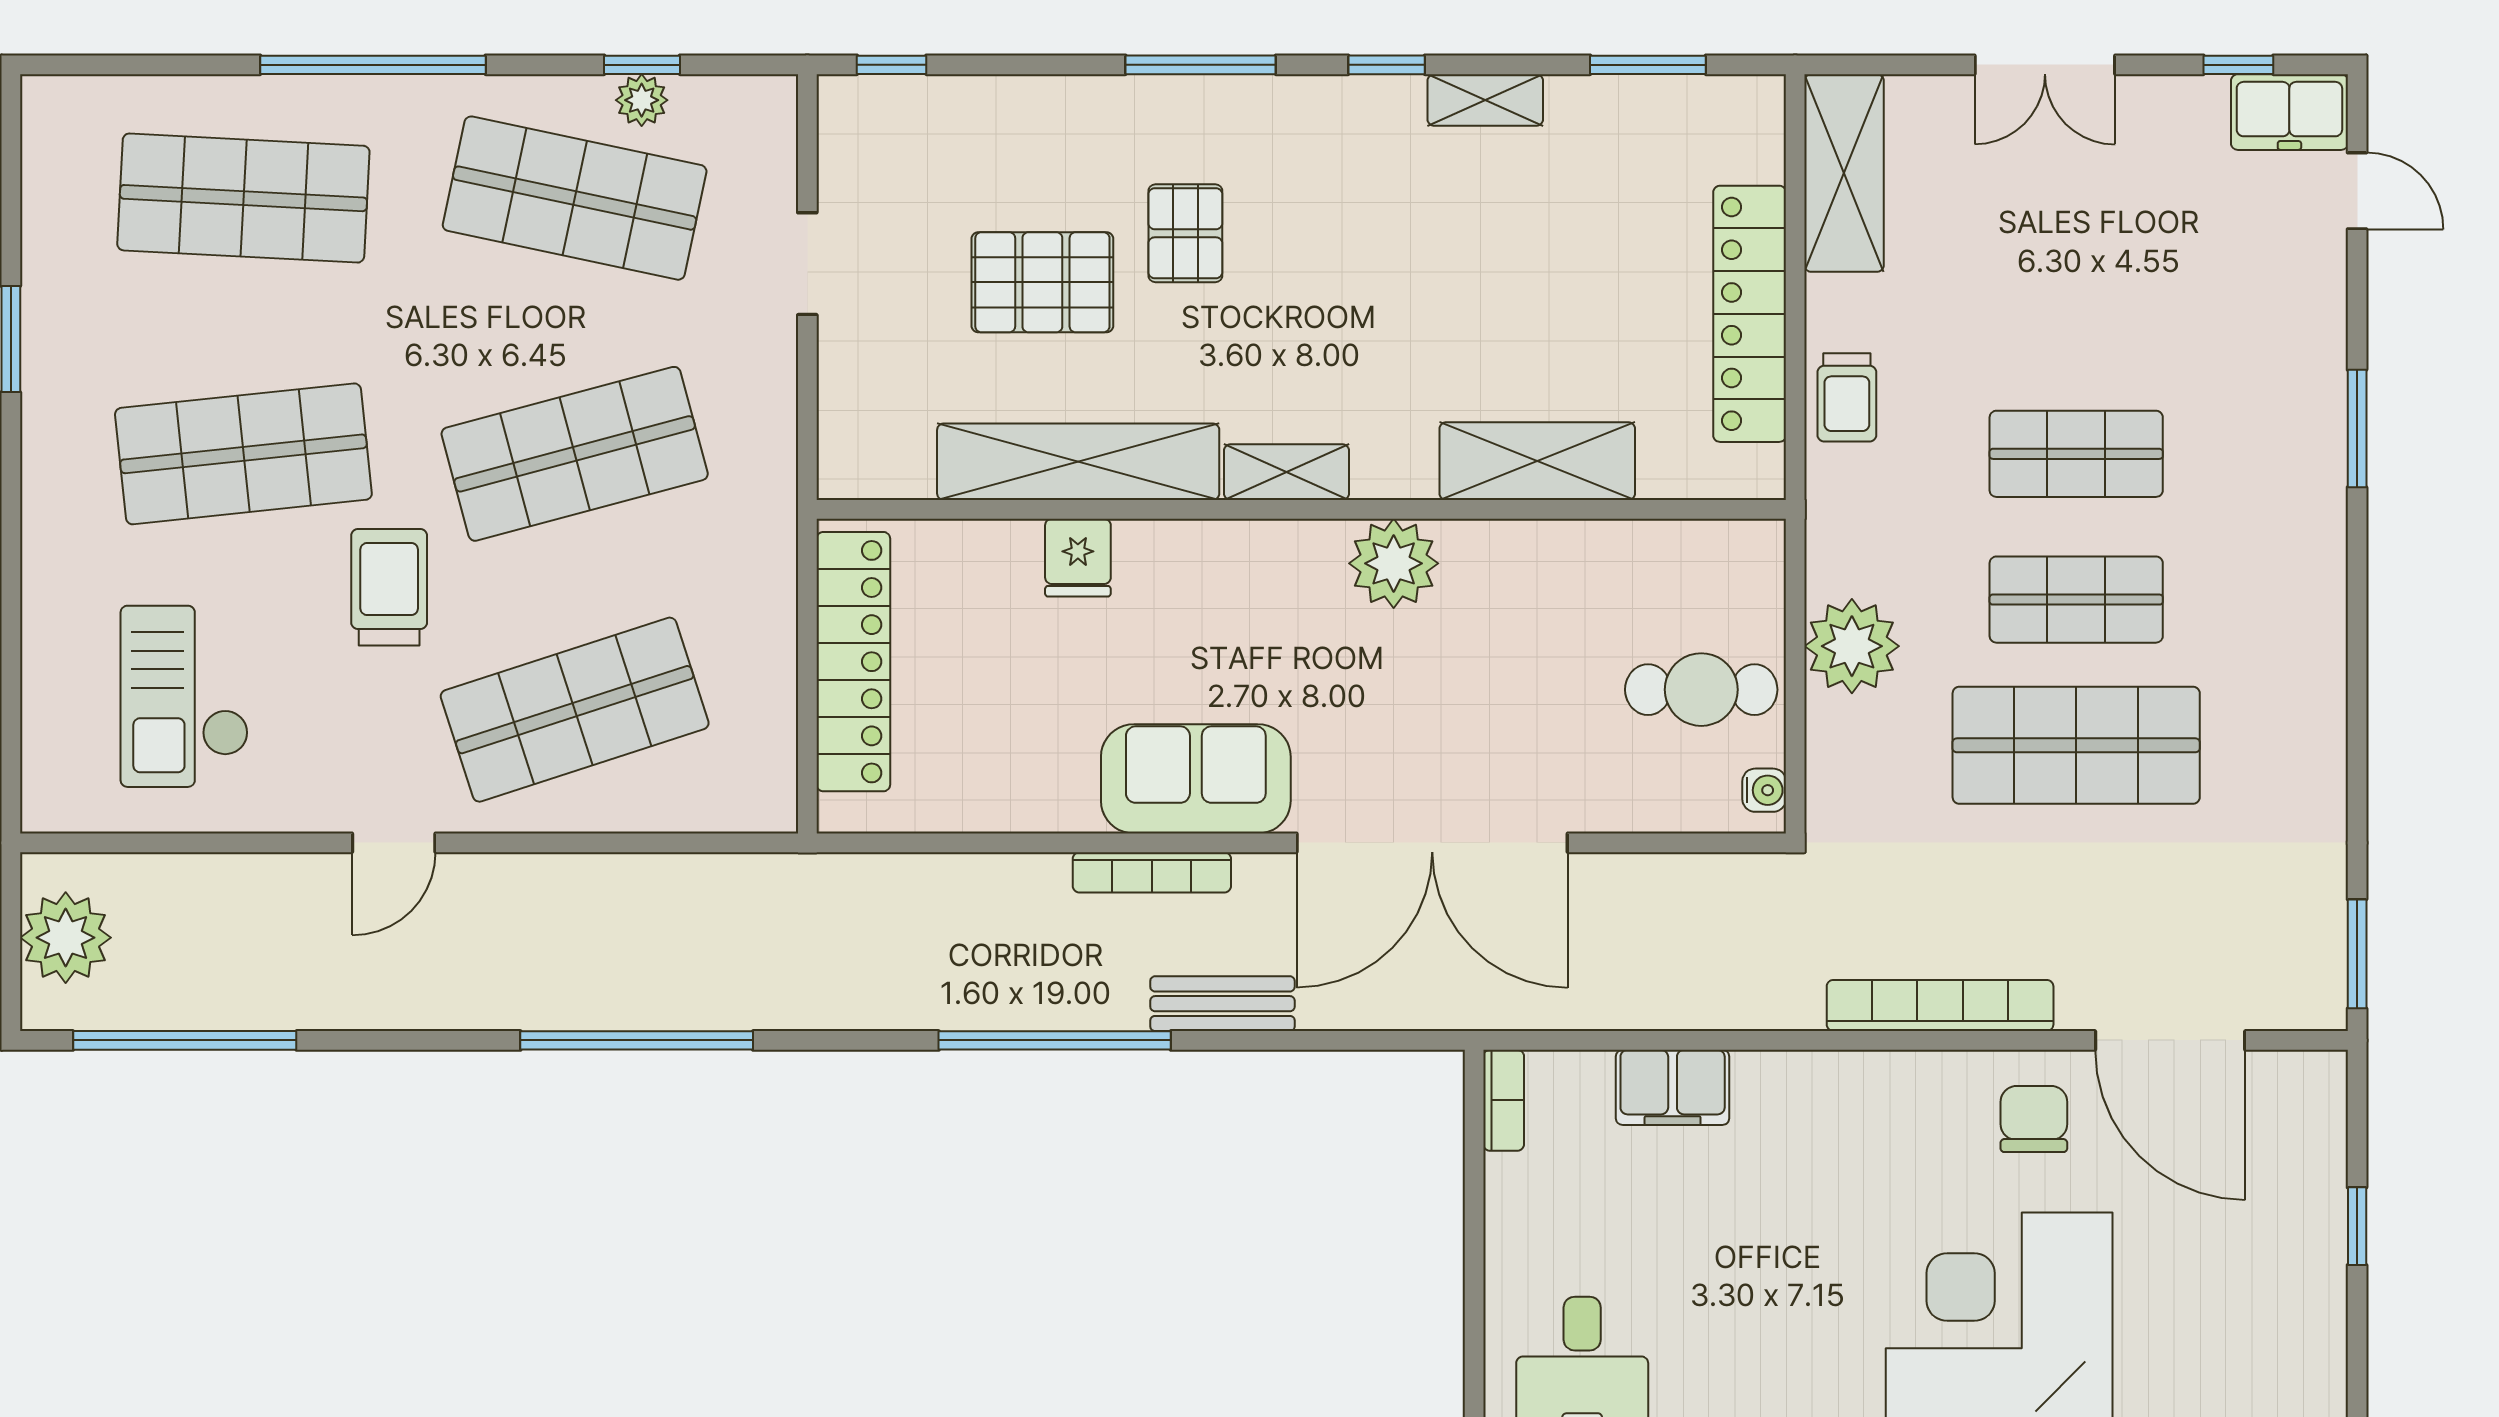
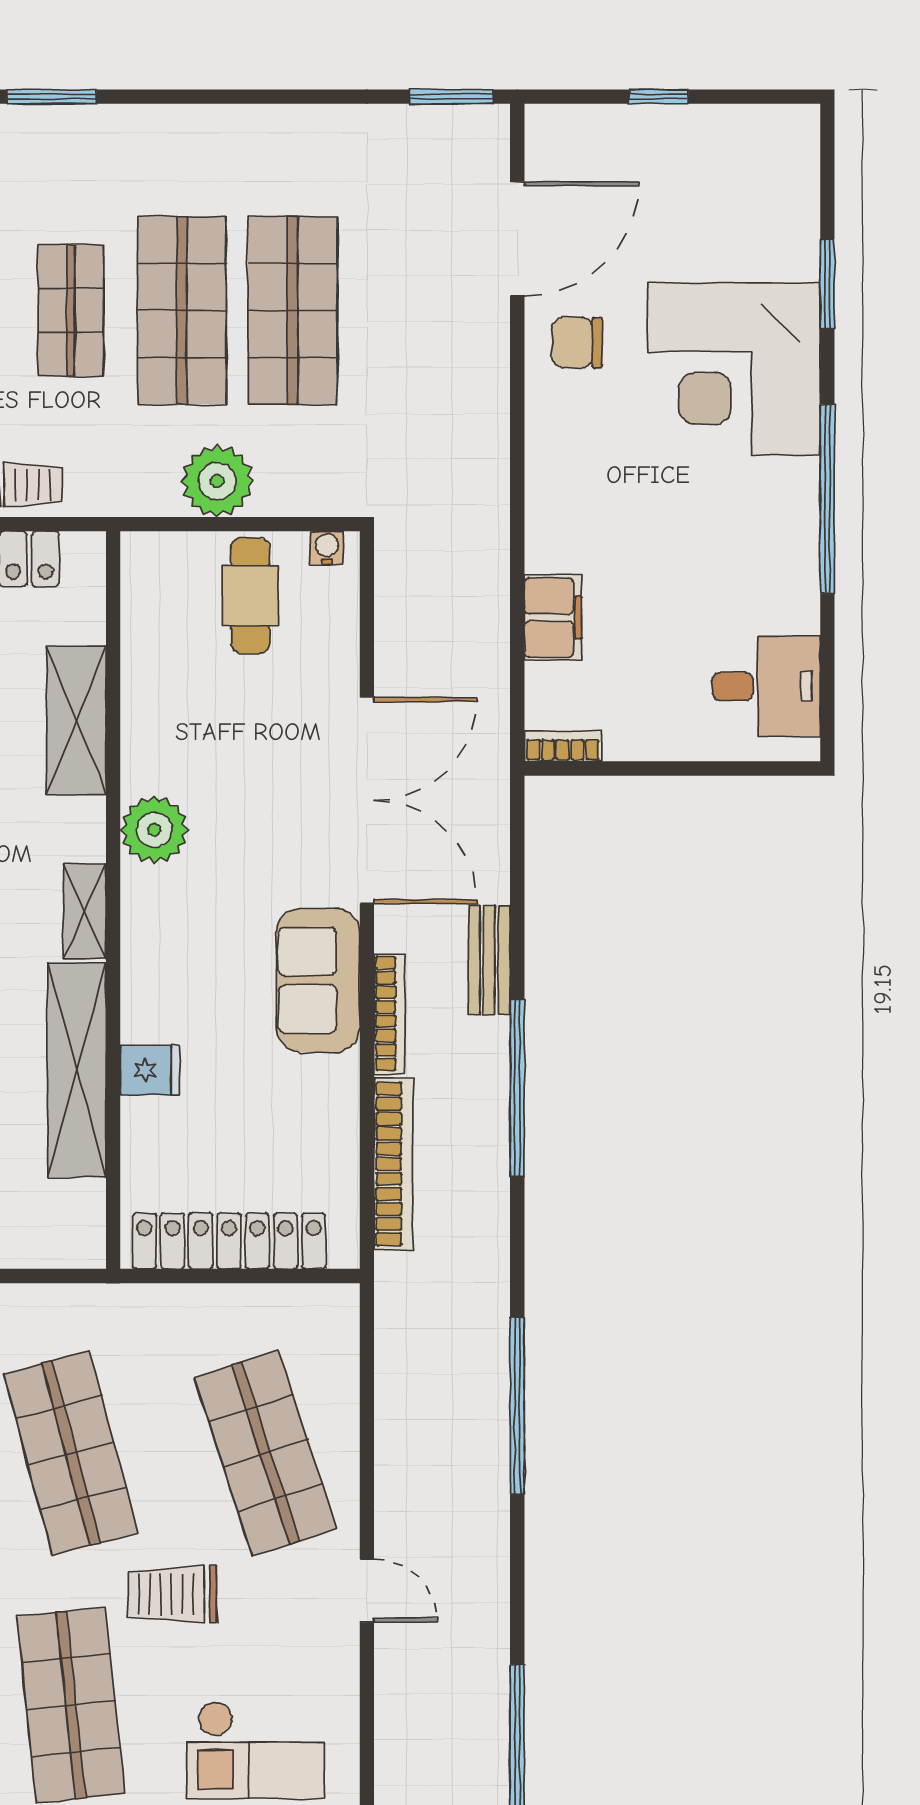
shop shelf: (2076, 600) -> (182, 310), width x1.43, depth x1.36
bookcase: (1940, 1005) -> (393, 1164), moved, turned 180

